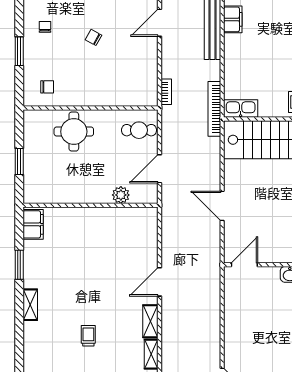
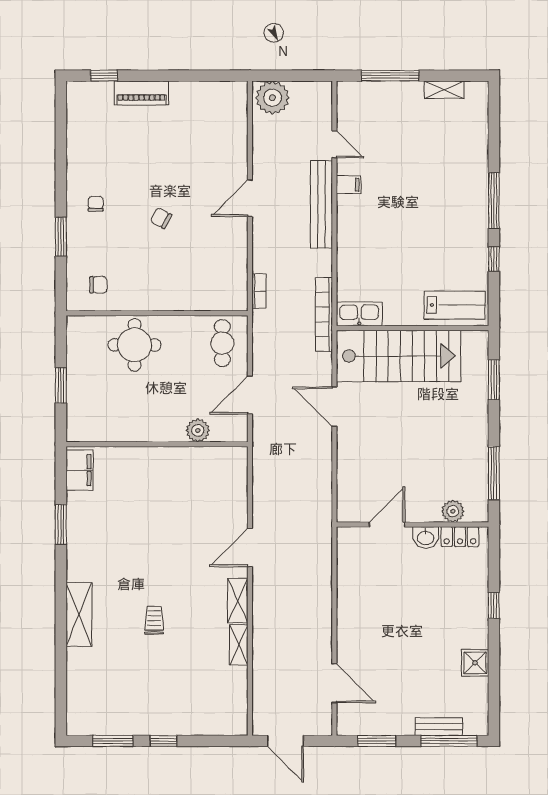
filing cabinet: (233, 19) -> (349, 185), width x0.50
cafe table: (139, 130) -> (222, 343), turned 90
door: (222, 206) -> (334, 407), moved
door: (244, 265) -> (387, 524), moved
shelving: (30, 305) -> (79, 614), moved, width x1.50, depth x1.33

